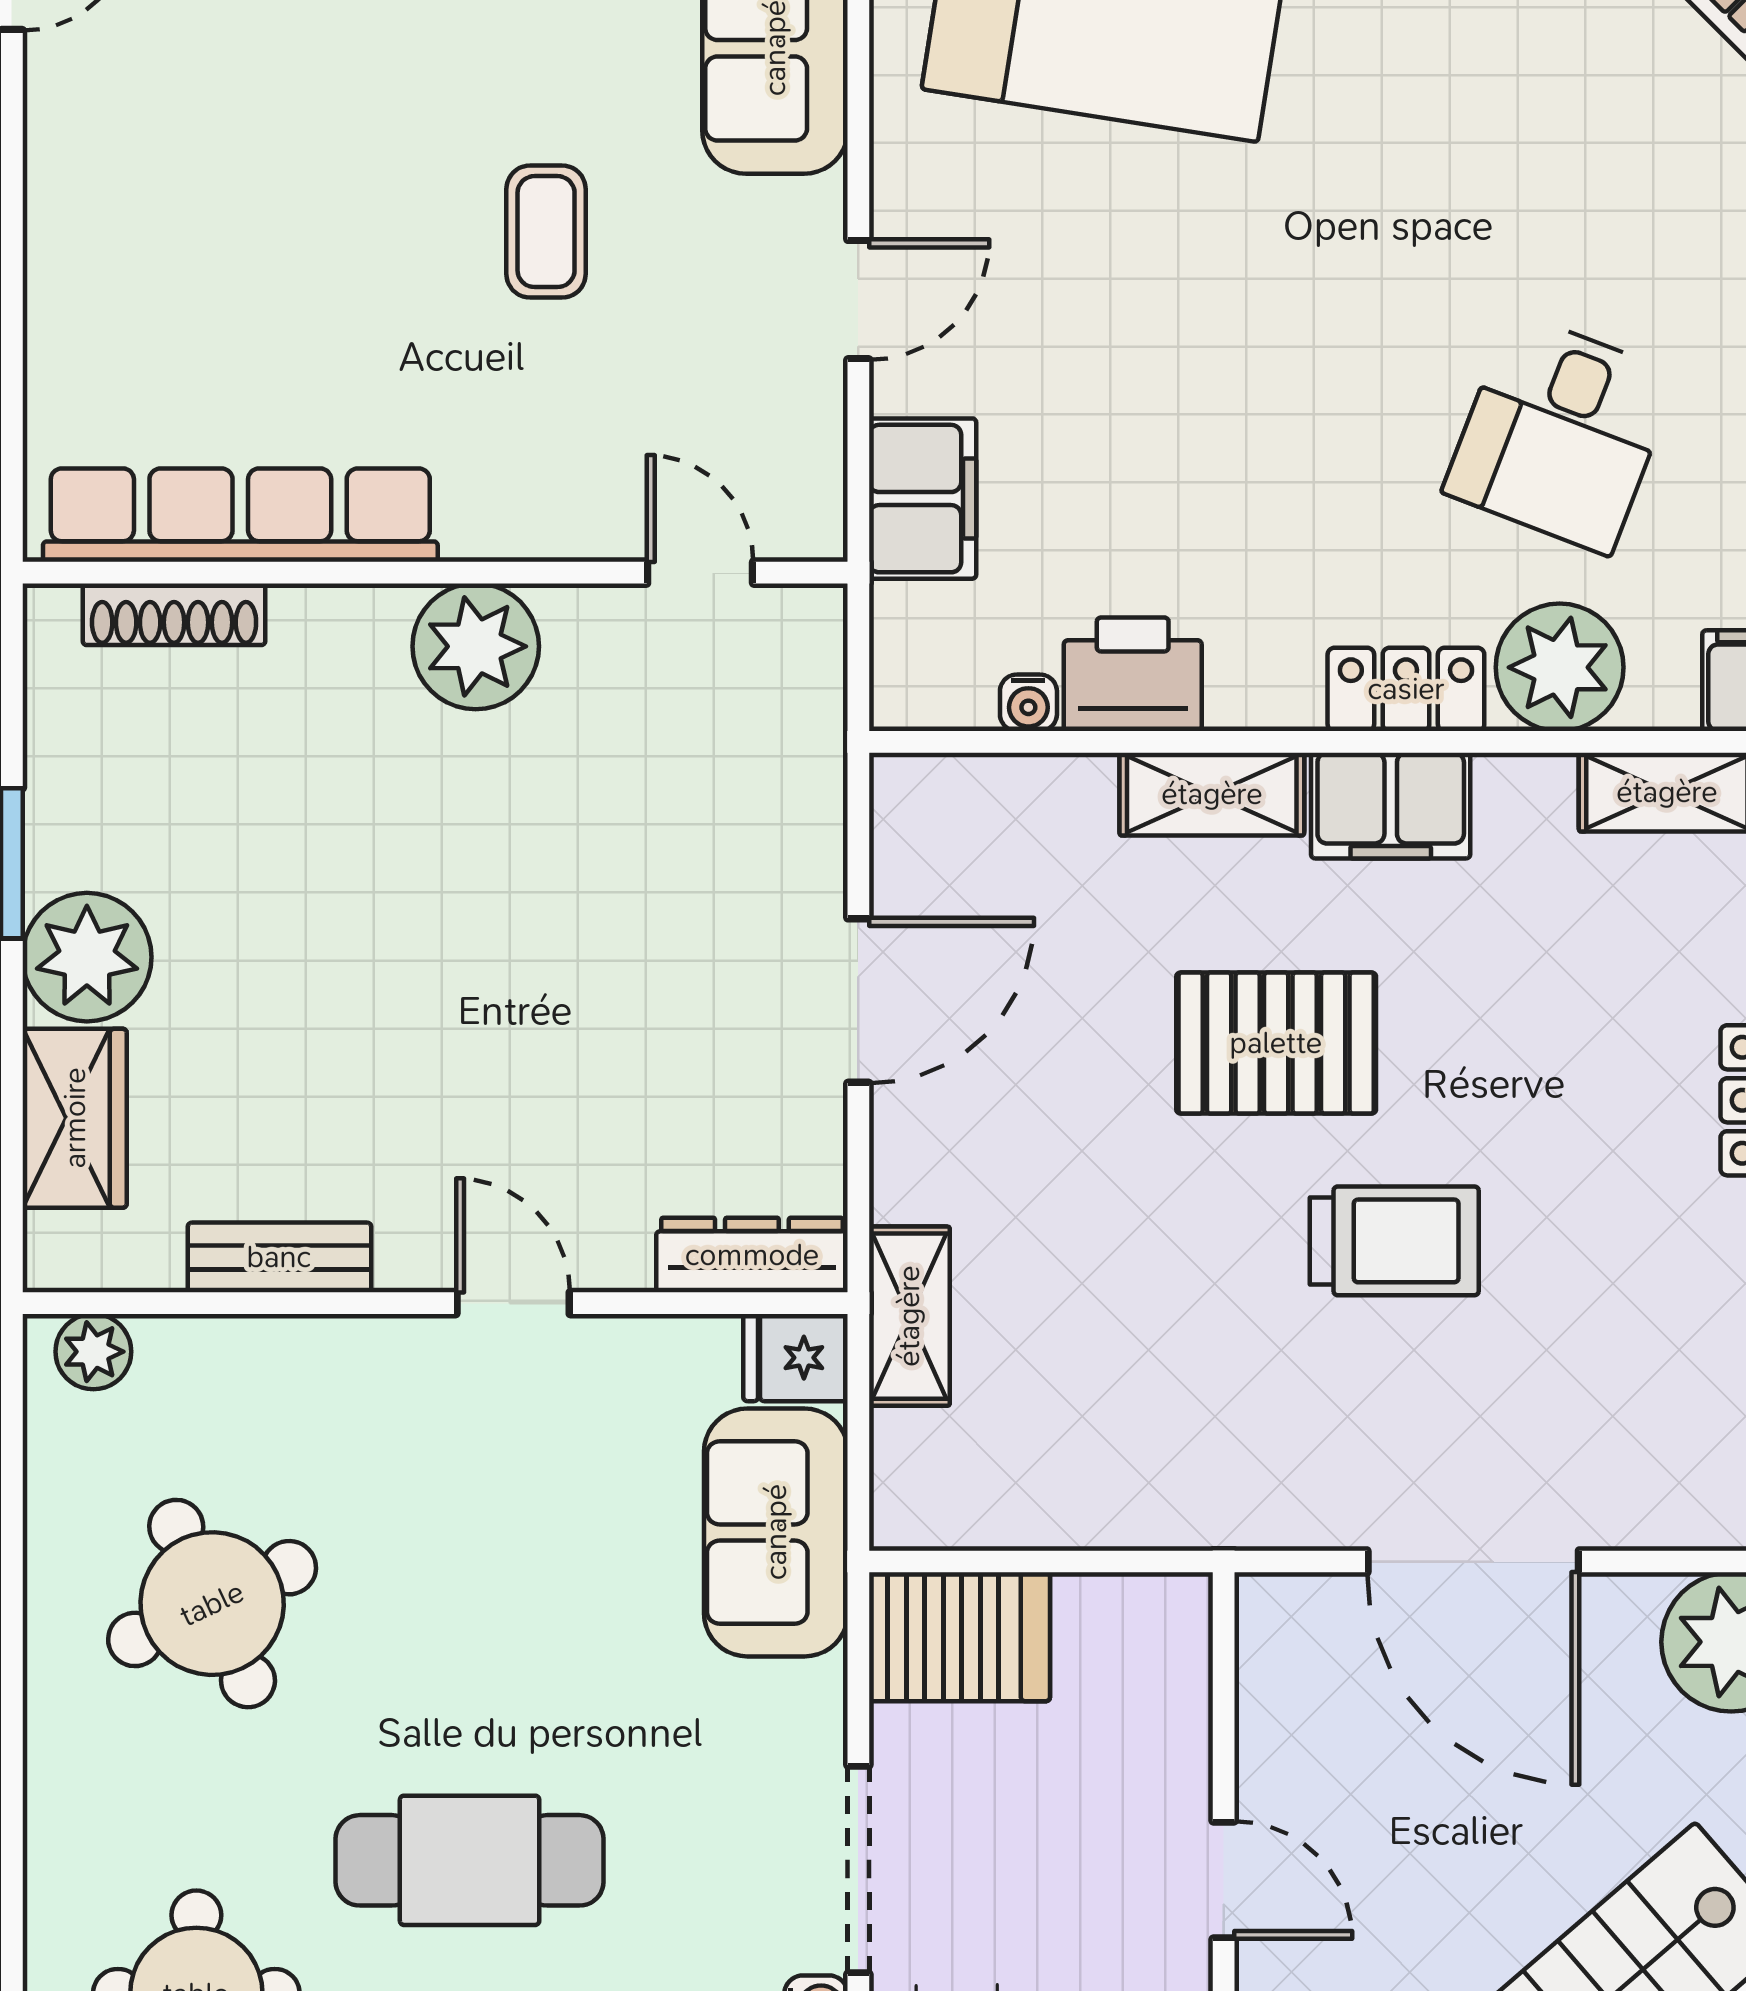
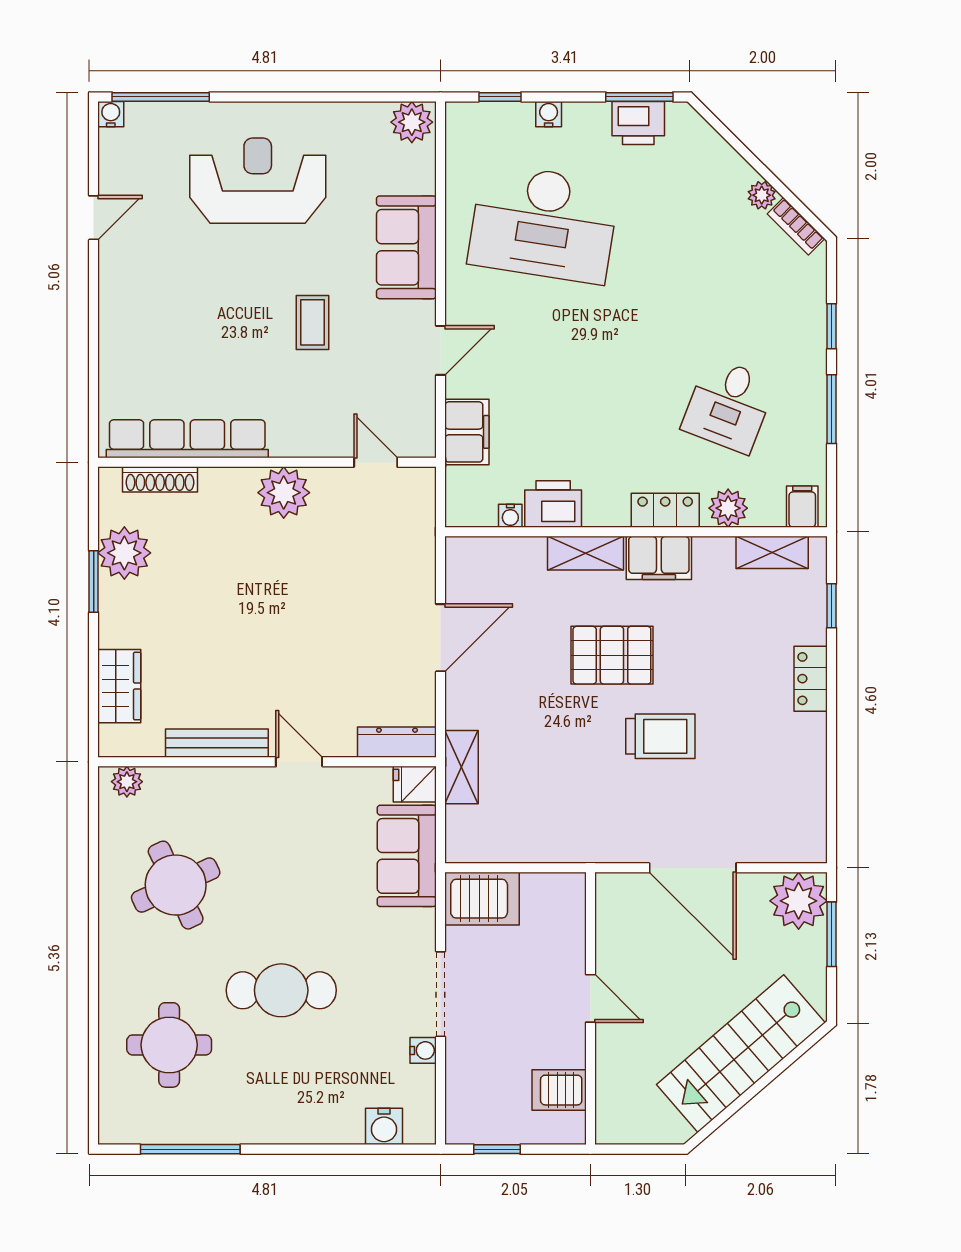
plant: (1560, 667) -> (728, 508), width x0.73, depth x0.73
plant: (87, 957) -> (124, 553), moved
bench: (279, 1257) -> (217, 743), width x1.36

